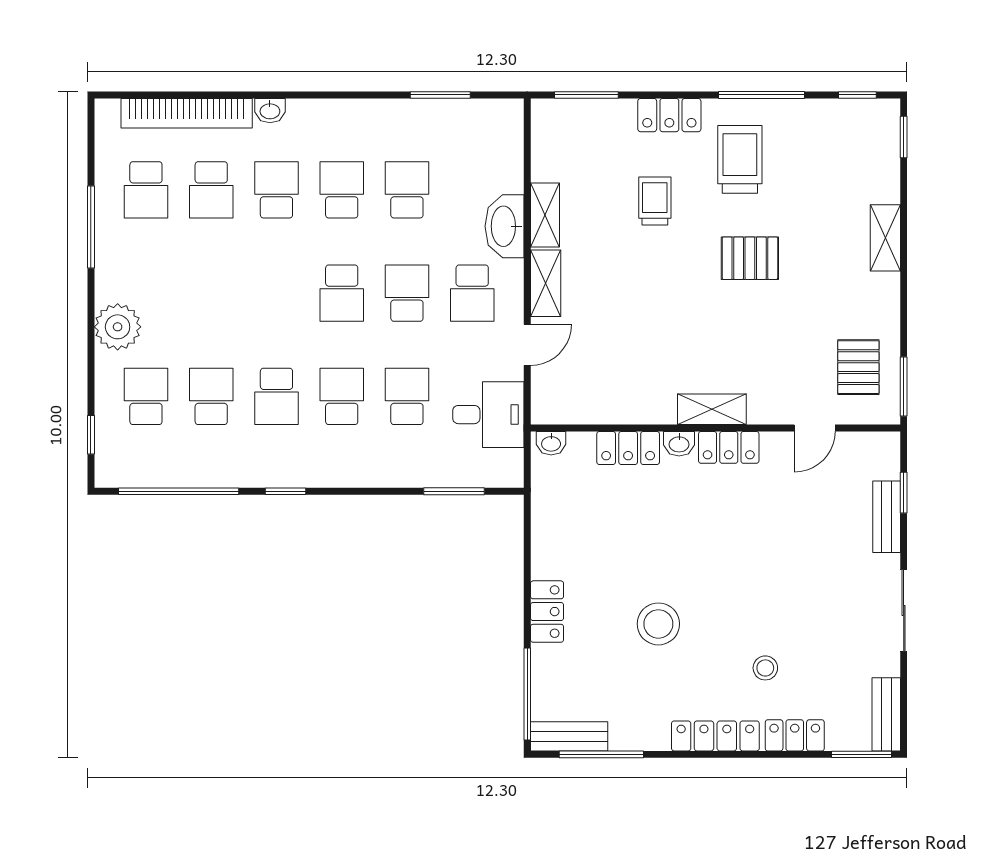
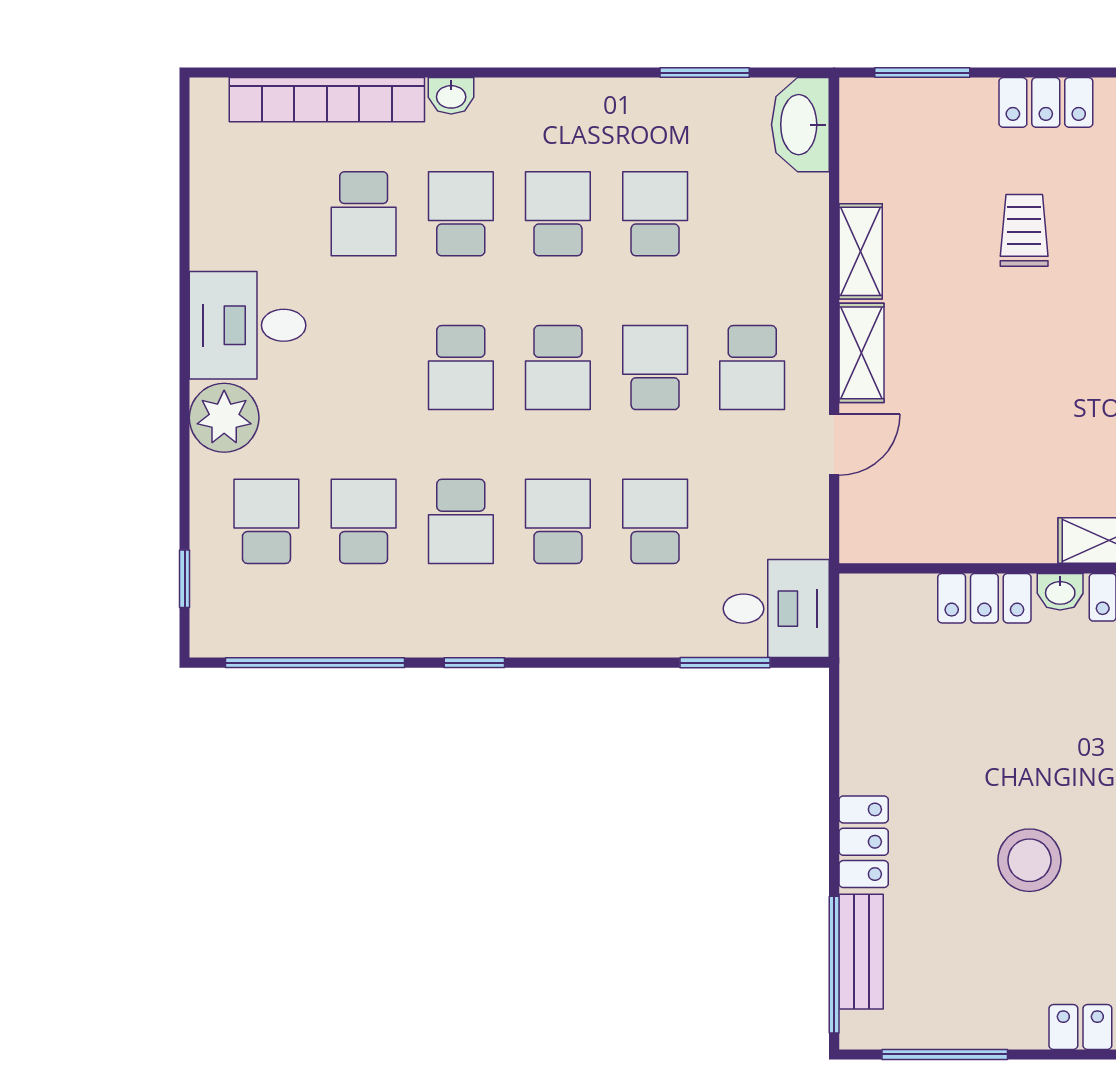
school desk: (146, 190) -> (461, 368), moved
washbasin: (505, 226) -> (800, 125), moved
window: (91, 227) -> (185, 269), removed
desk: (133, 265) -> (248, 325), added
desk: (488, 415) -> (776, 609), moved
washbasin: (551, 443) -> (870, 591), removed
bench: (569, 736) -> (861, 952), moved, turned 90

